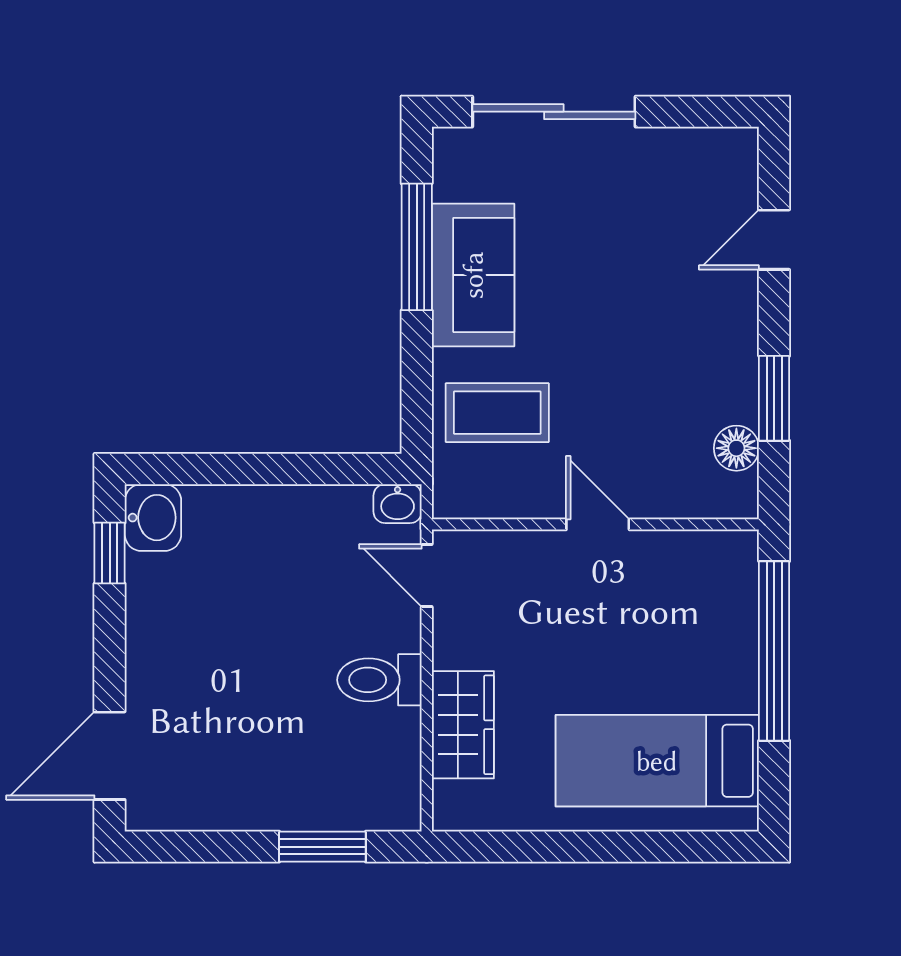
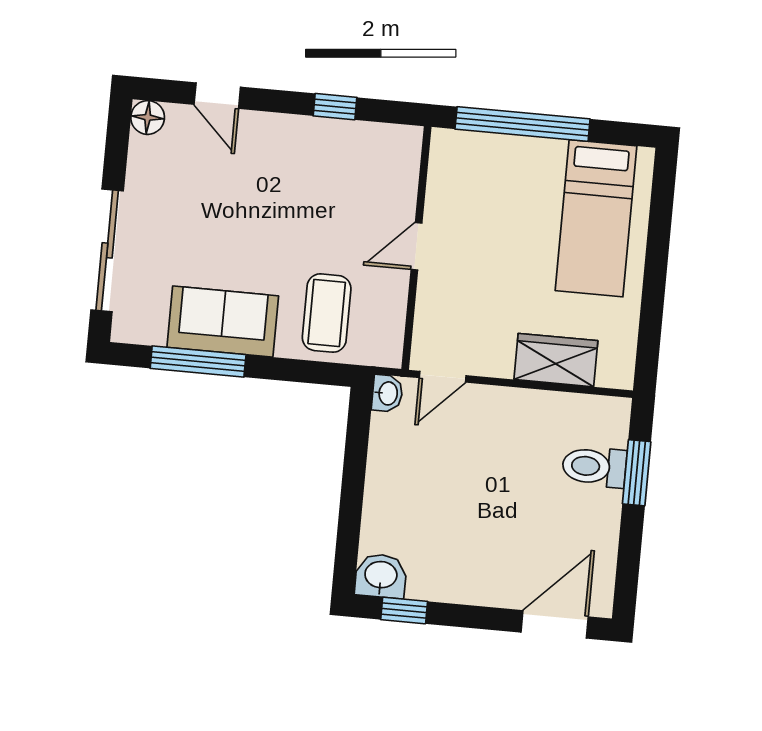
window: (774, 398) -> (335, 107), width x0.67
floor lamp: (736, 448) -> (148, 117), moved
toilet: (379, 680) -> (594, 467), moved, turned 90
door: (110, 756) -> (555, 624), swing flipped

